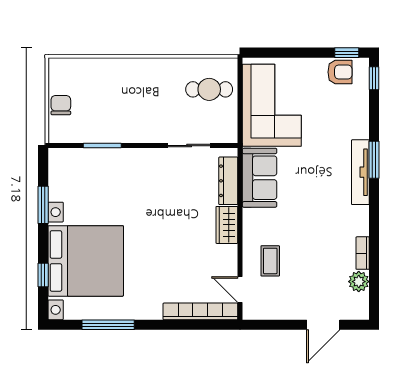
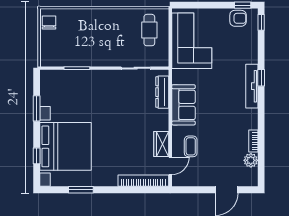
cafe table: (209, 89) -> (149, 30), turned 90
chair: (61, 105) -> (49, 22), moved
window: (374, 160) -> (261, 78), width x0.67
sofa: (260, 178) -> (183, 105), moved
wardrobe: (227, 225) -> (161, 144), moved
door: (240, 290) -> (170, 166), swing flipped
window: (108, 325) -> (81, 190), width x0.69

